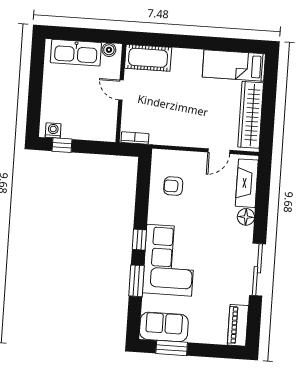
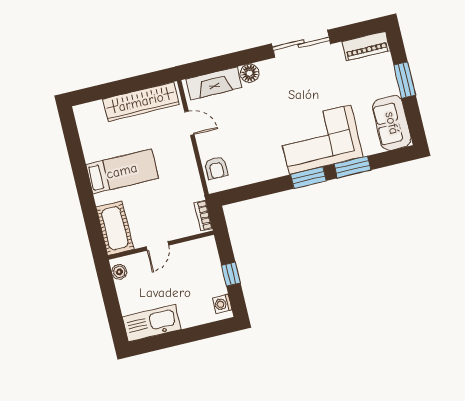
kitchen sink: (76, 53) -> (152, 323), moved, turned -90
bed: (234, 65) -> (122, 171), moved, turned -90
window: (62, 145) -> (231, 274), moved
armchair: (173, 186) -> (216, 168), moved
window: (139, 240) -> (308, 178), width x1.50
window: (172, 348) -> (405, 80), moved

